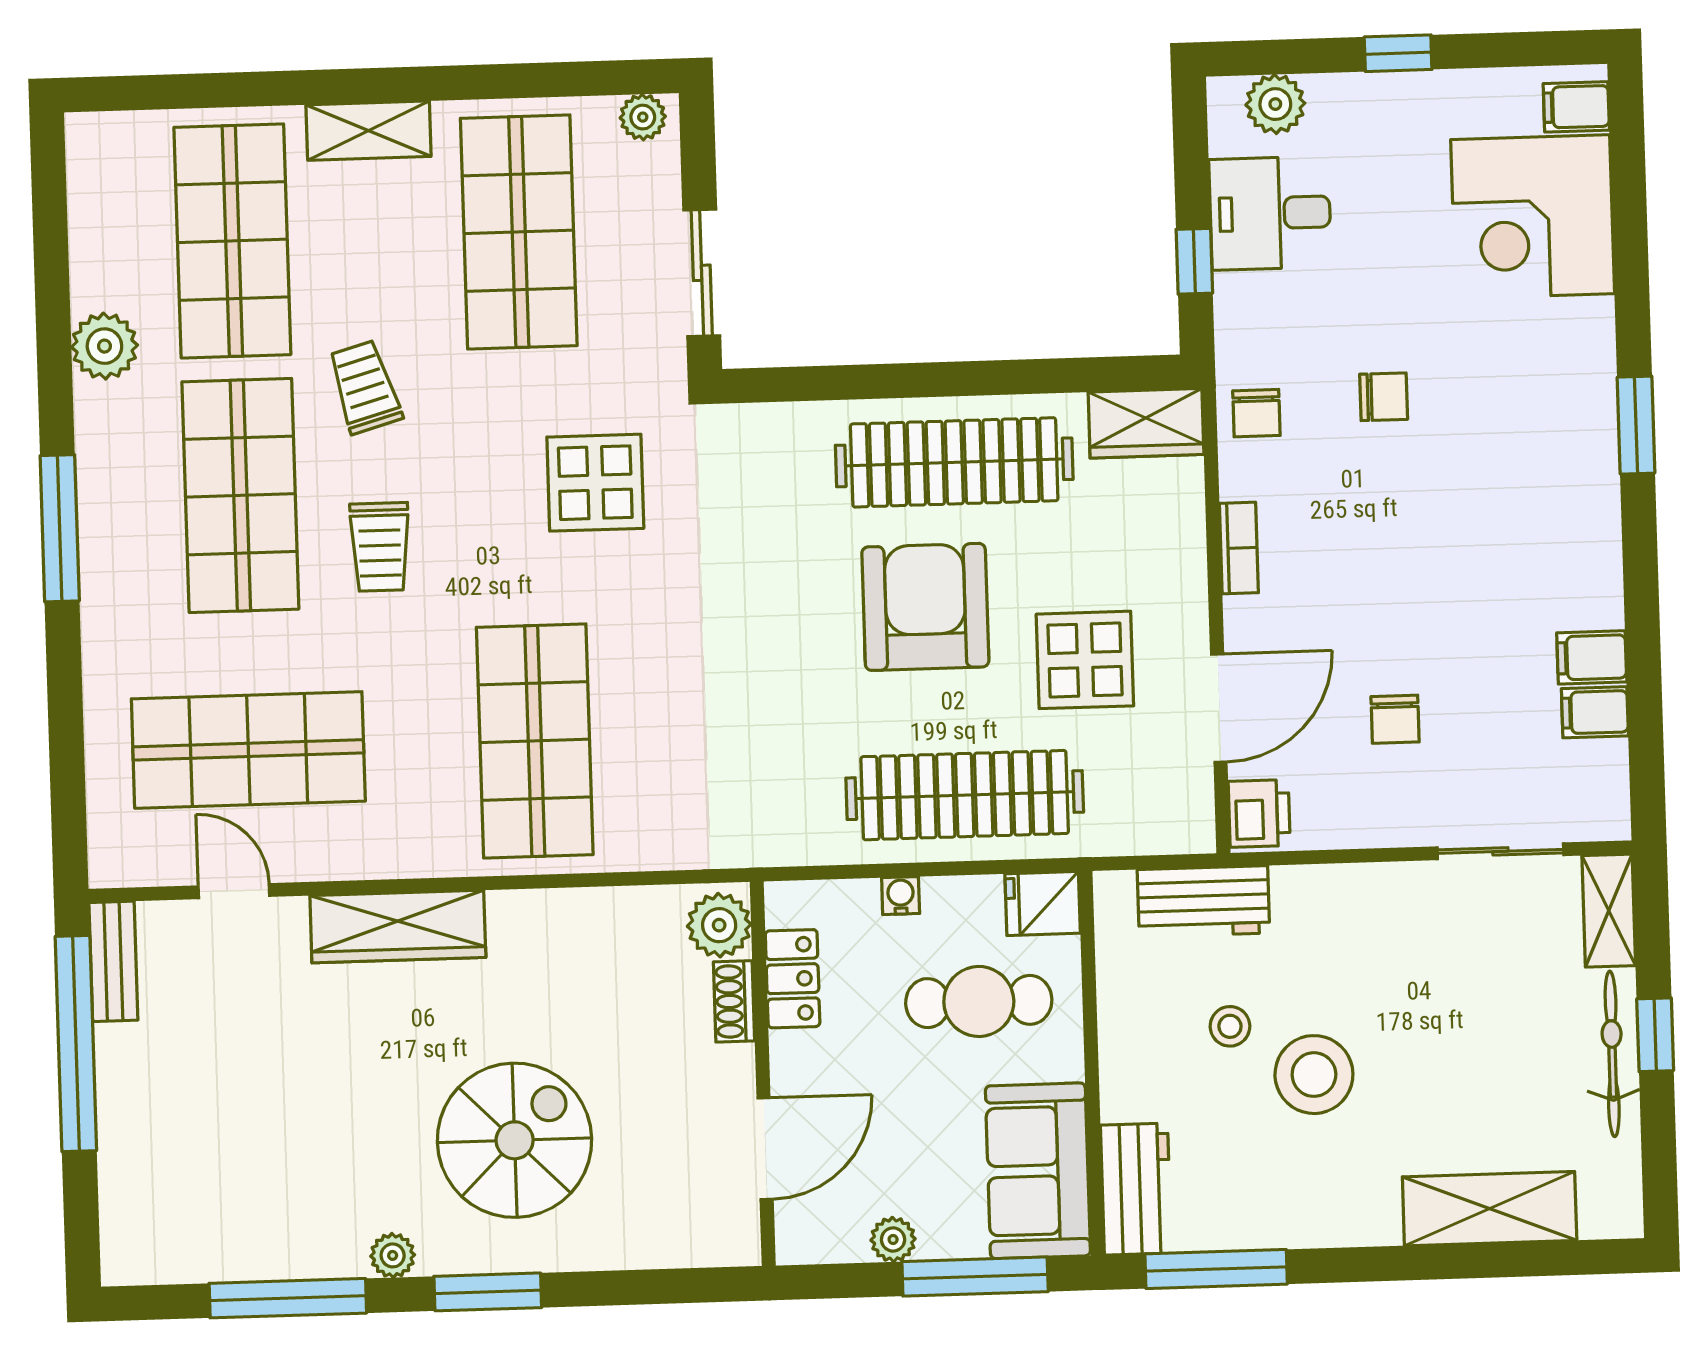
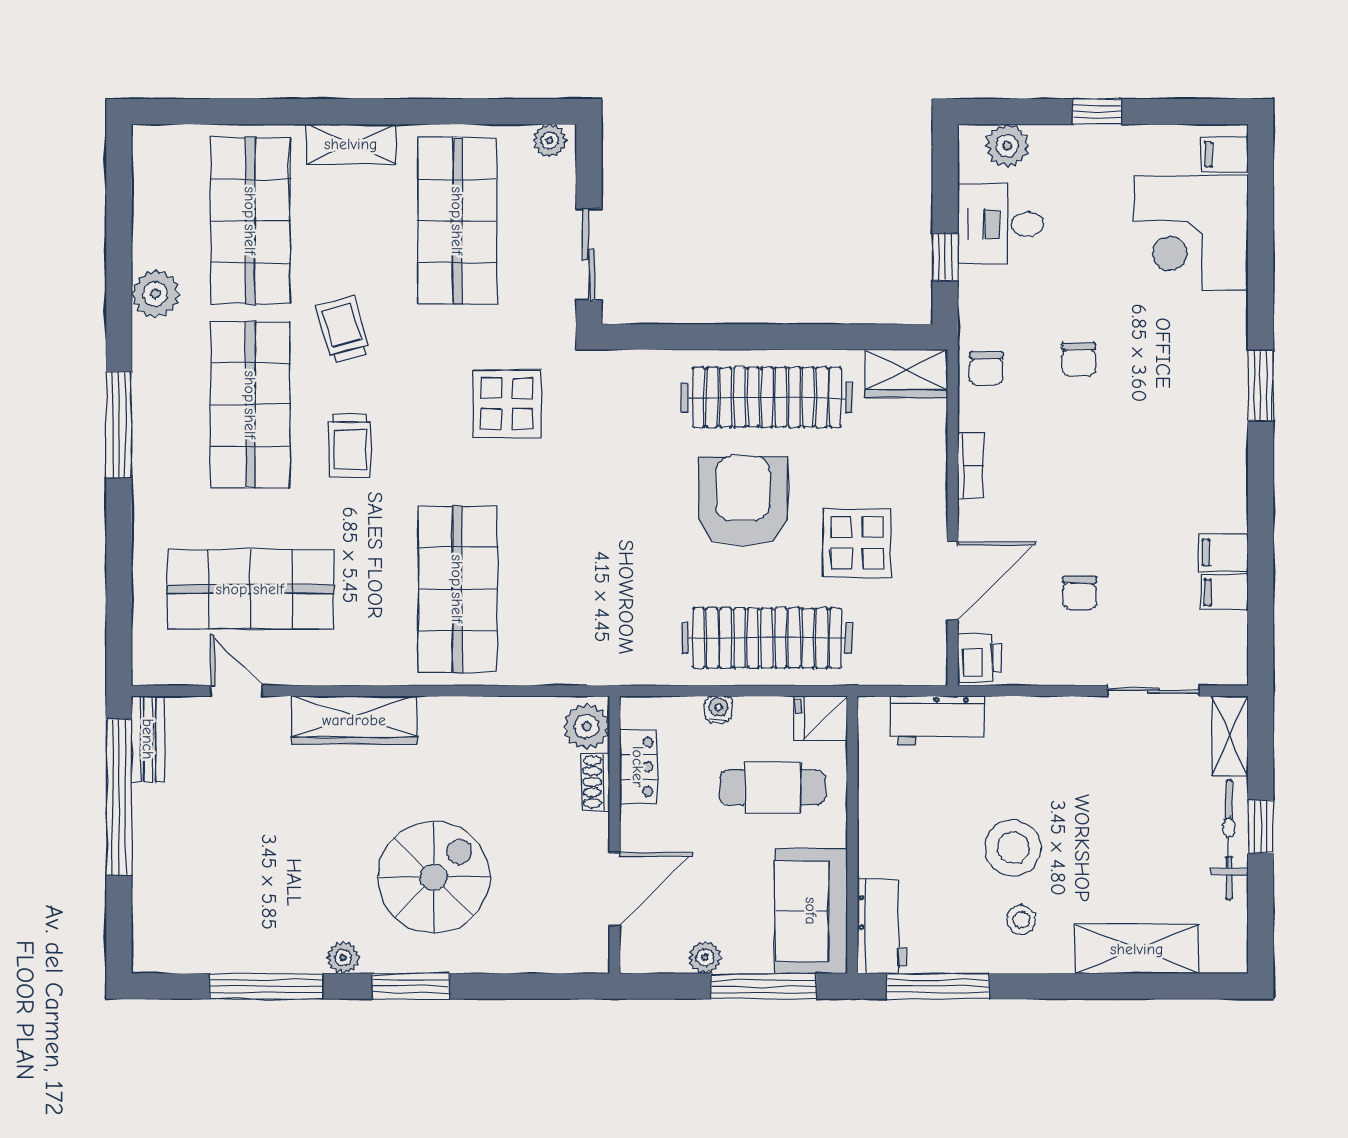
chair: (1384, 397) -> (1079, 360), turned 90
stool: (1230, 1026) -> (1021, 920), moved

